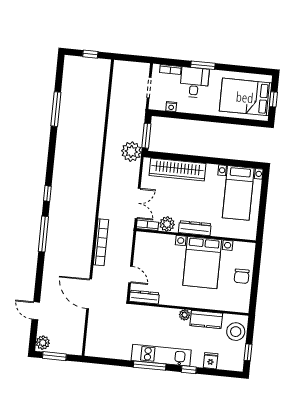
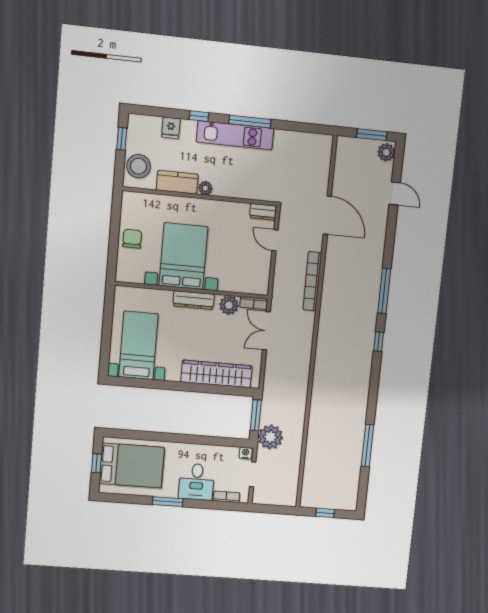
window: (203, 65) -> (168, 502), moved
nightstand: (171, 107) -> (246, 453), moved
plant: (131, 152) -> (270, 437), moved
dresser: (144, 297) -> (263, 212), width x0.70

